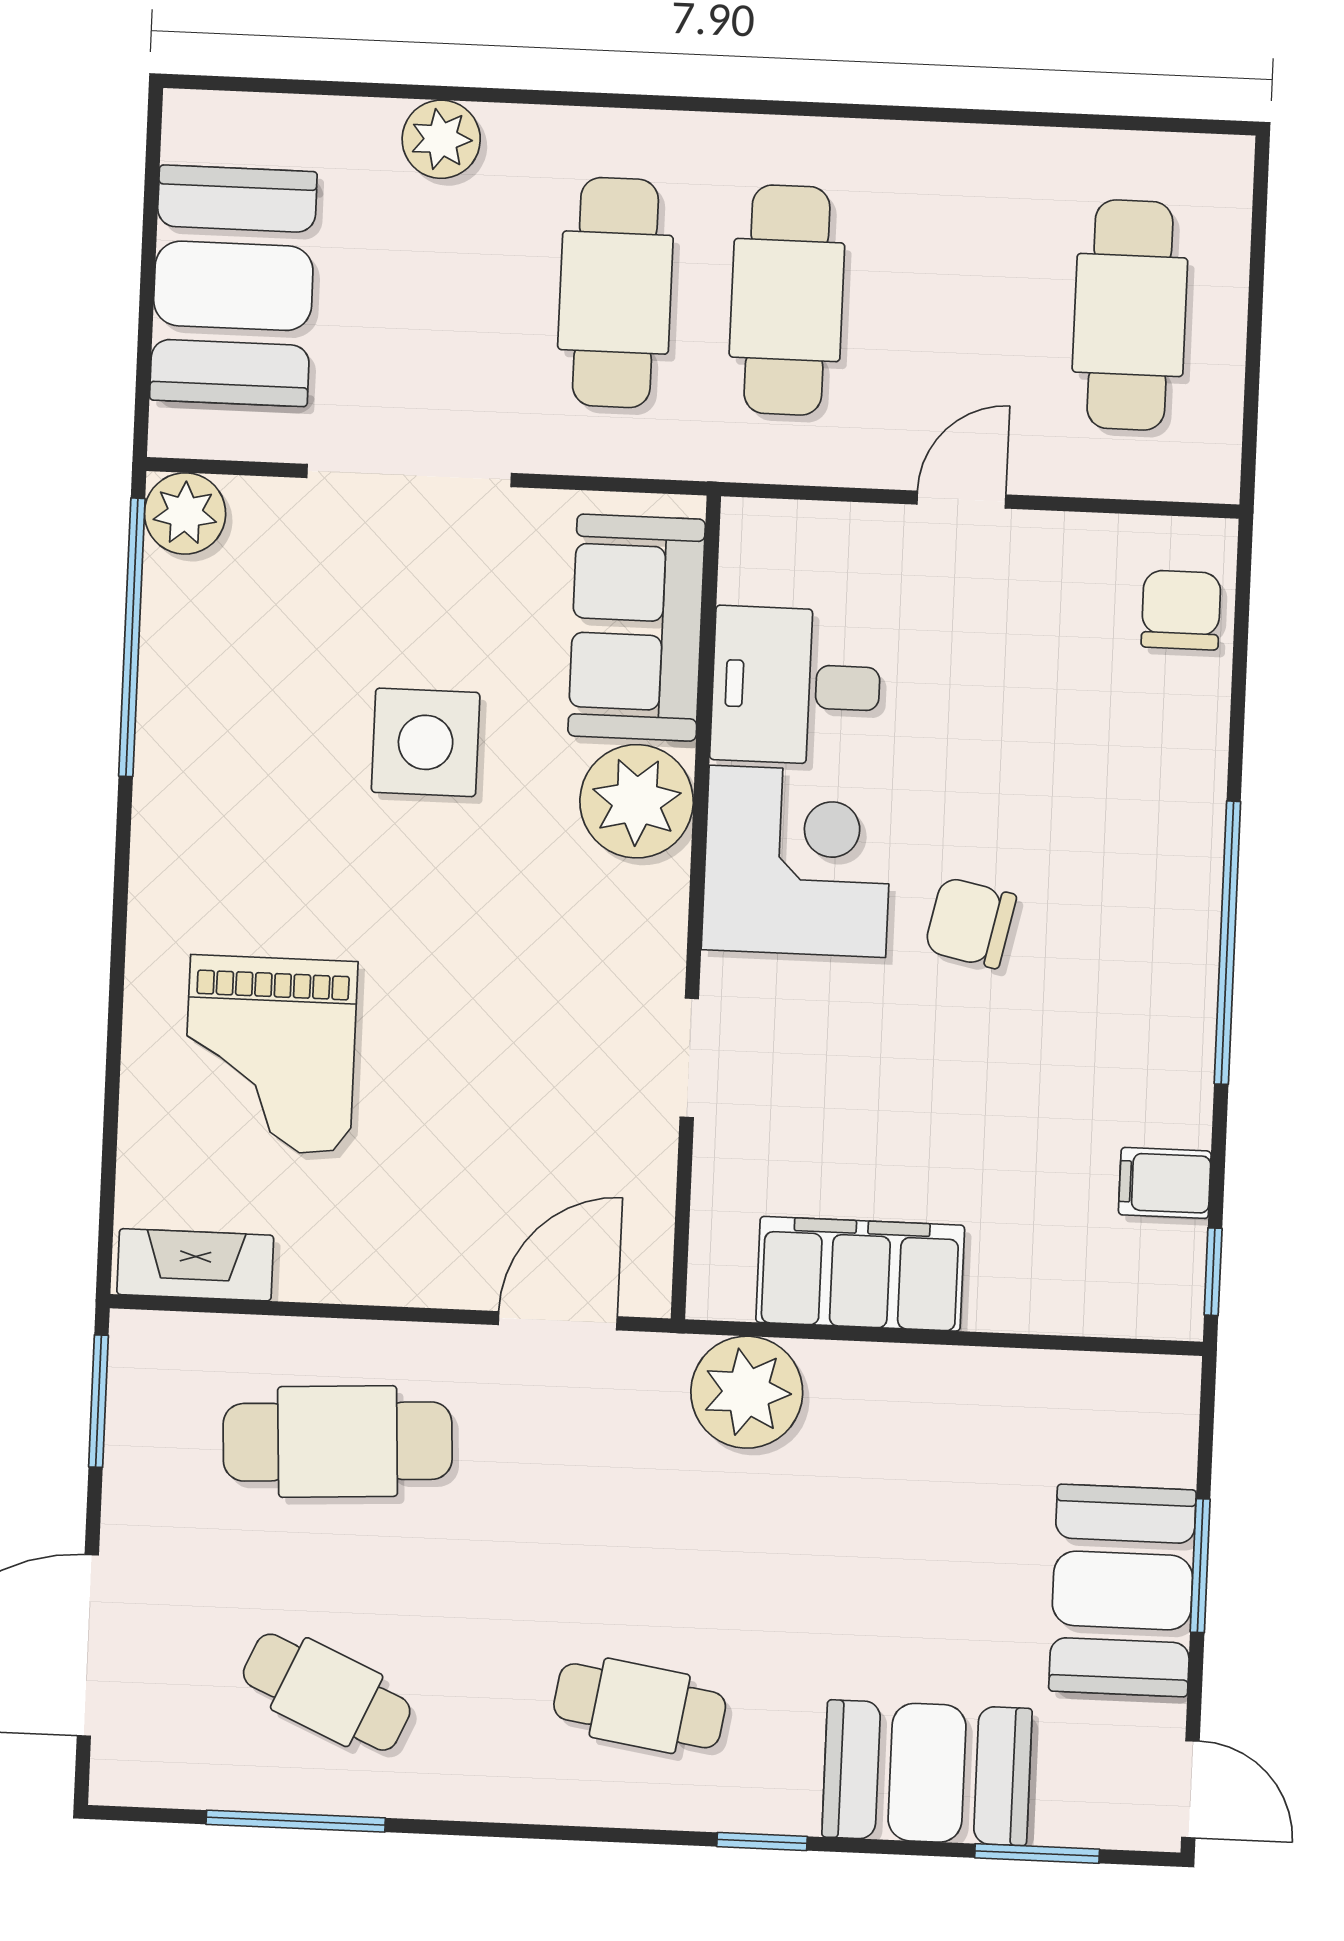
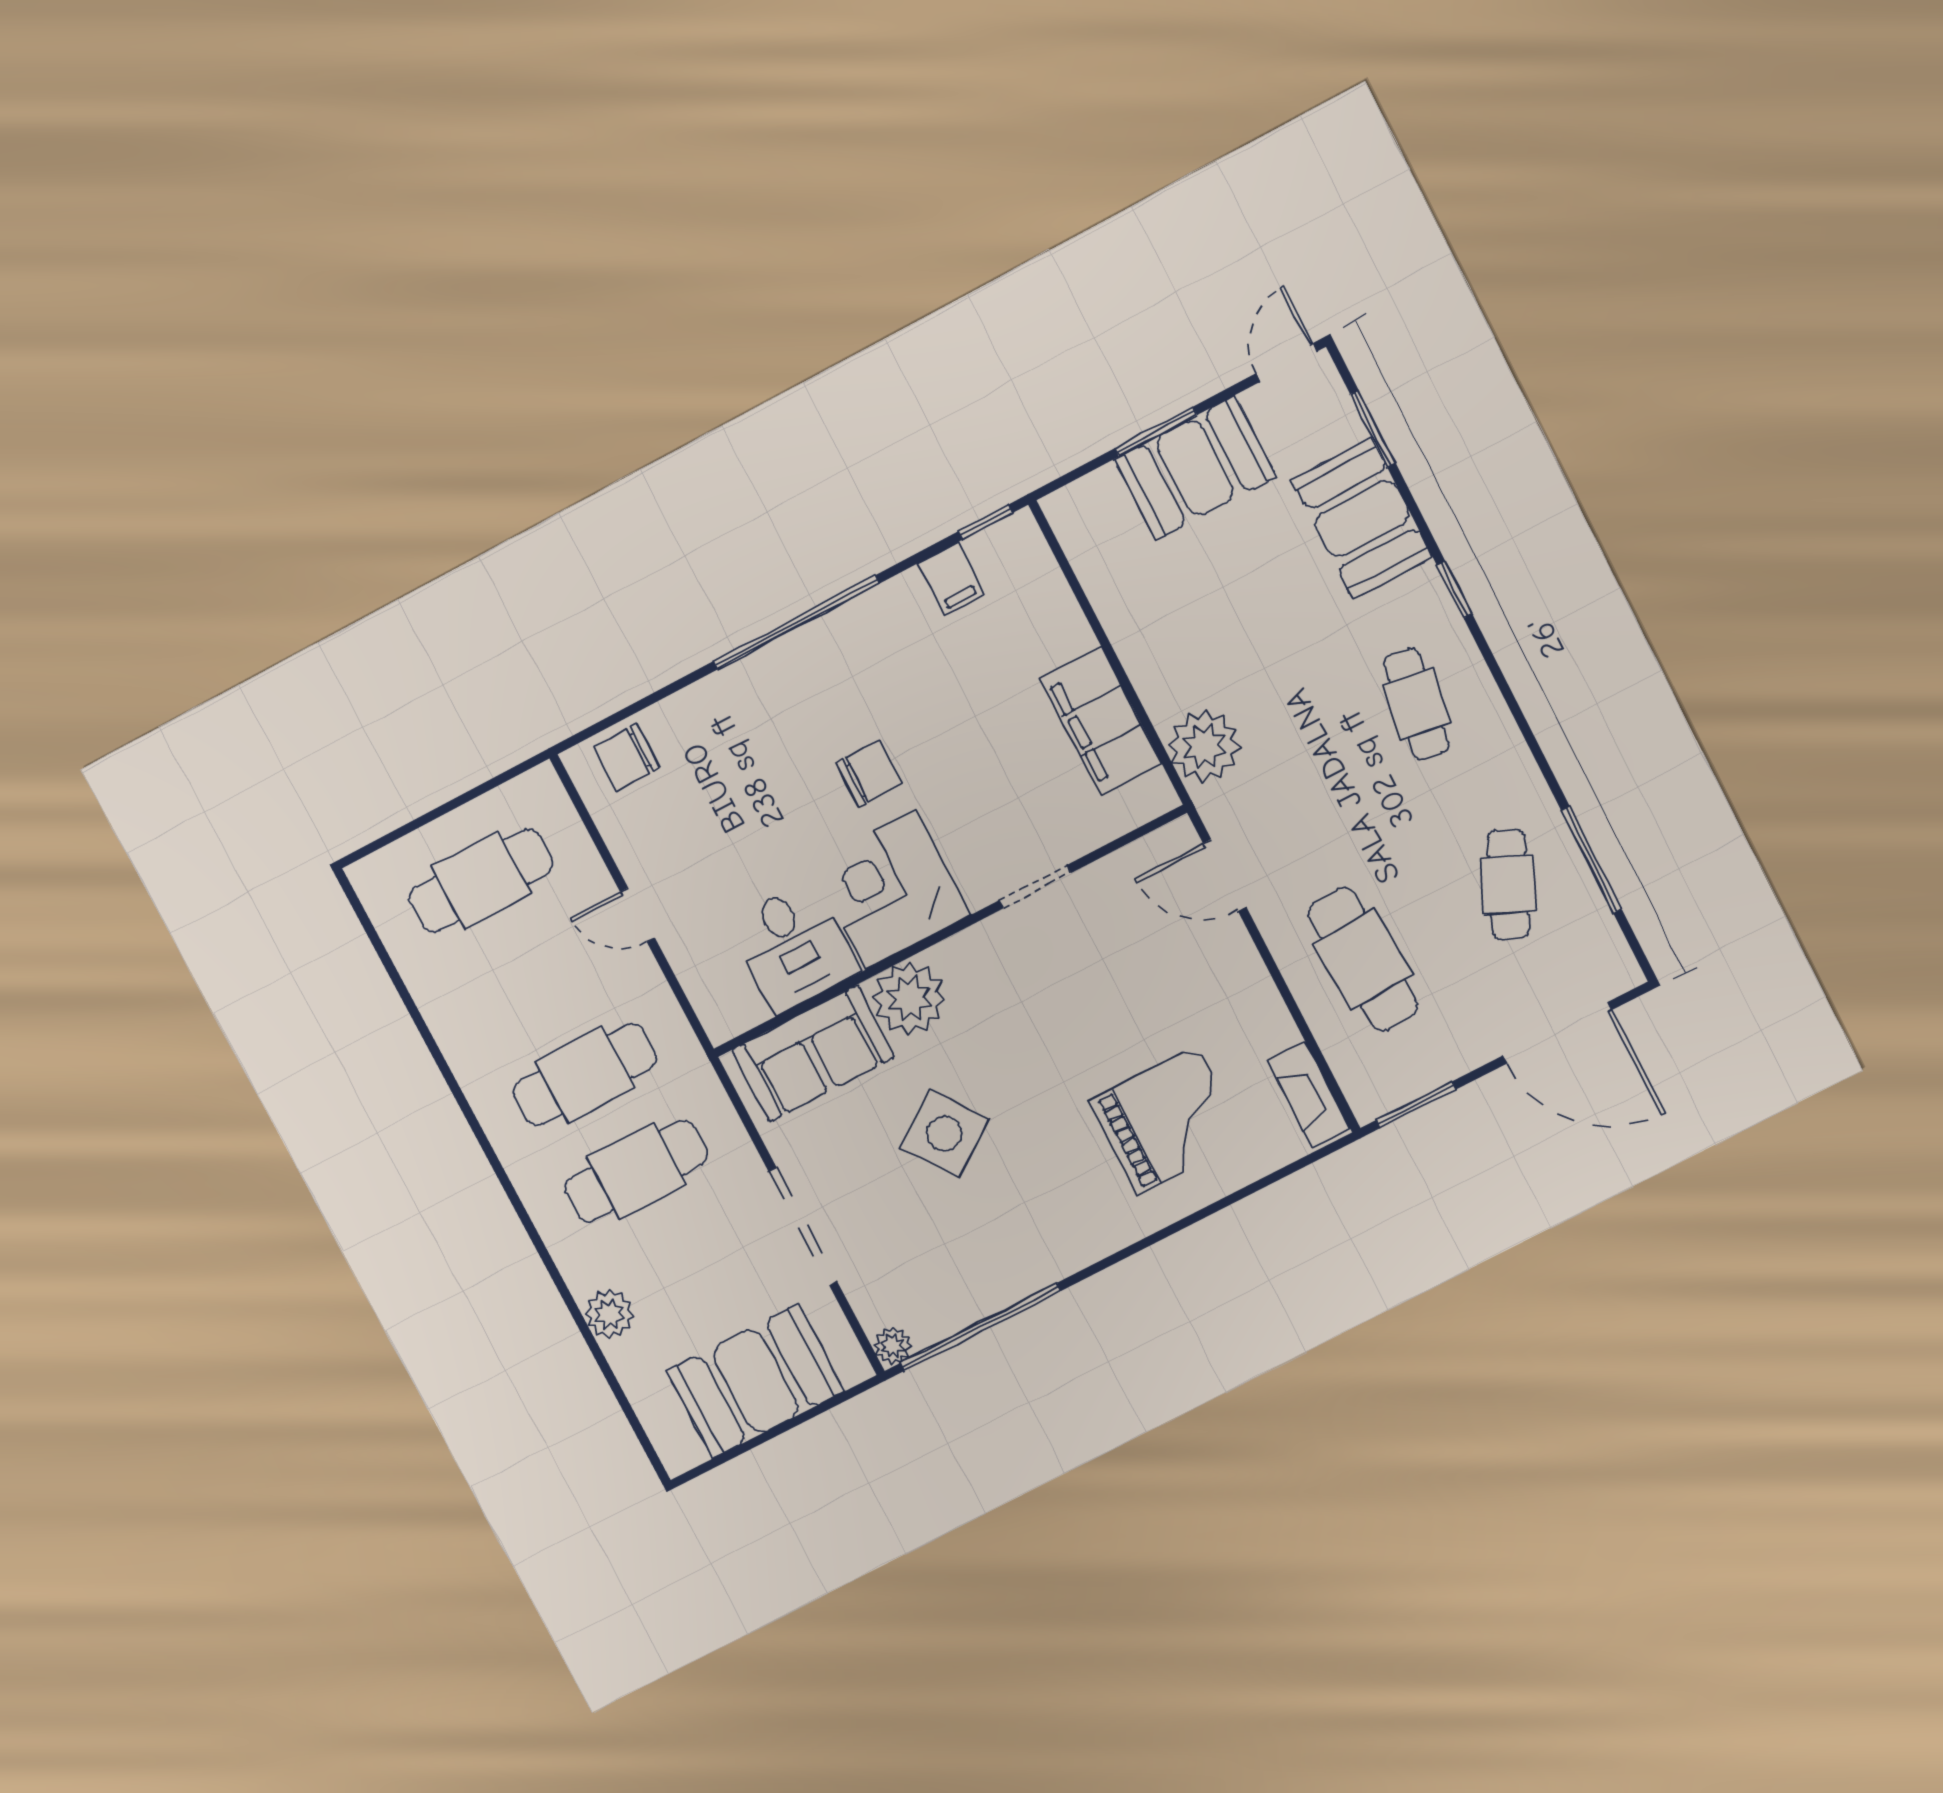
plant: (185, 513) -> (893, 1346), width x0.73, depth x0.73
side table: (426, 742) -> (945, 1133), turned -36
chair: (970, 923) -> (869, 773), turned -102

